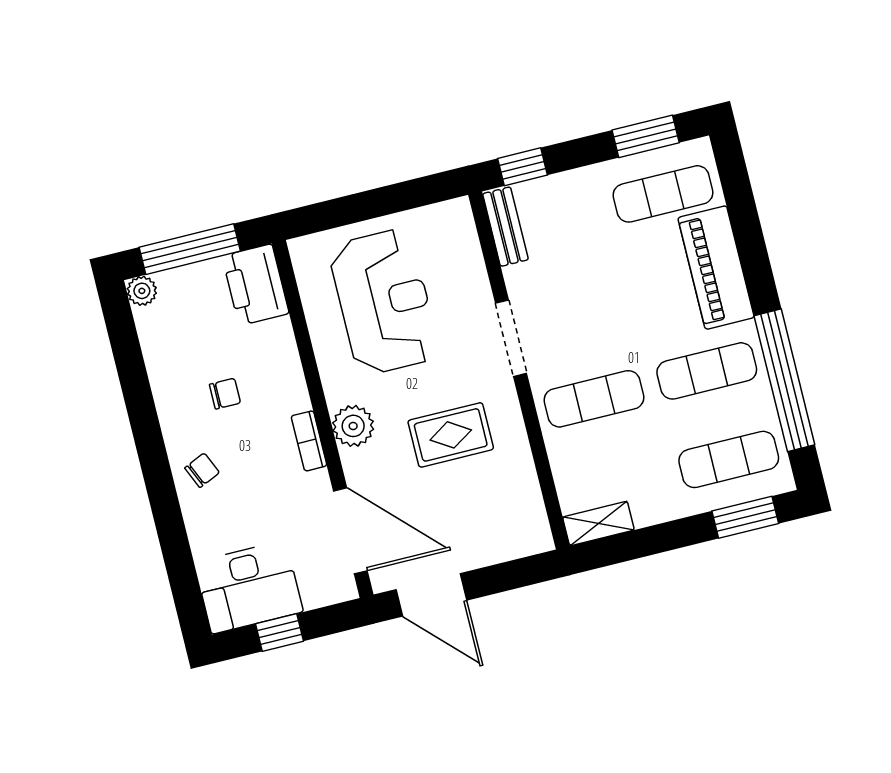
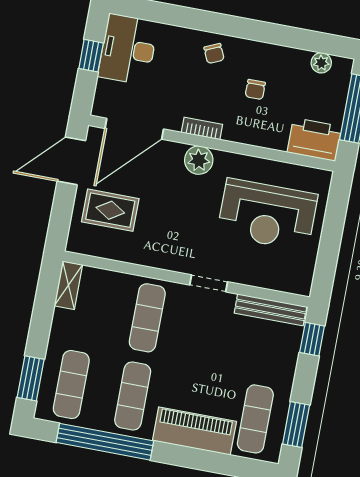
bench: (505, 227) -> (270, 310), width x1.36
plant: (142, 291) -> (321, 63), moved
doorway: (511, 338) -> (209, 283), width x0.73
rug: (451, 435) -> (110, 210), moved, turned 90

